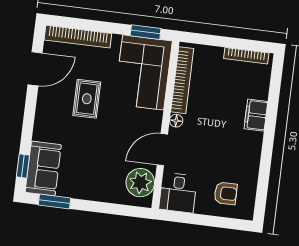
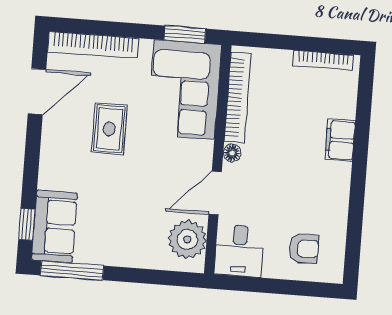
window: (55, 201) -> (72, 271), width x1.44

